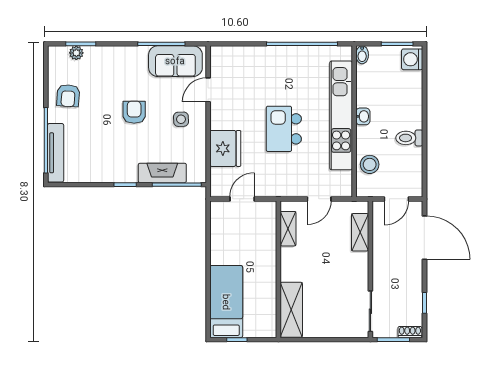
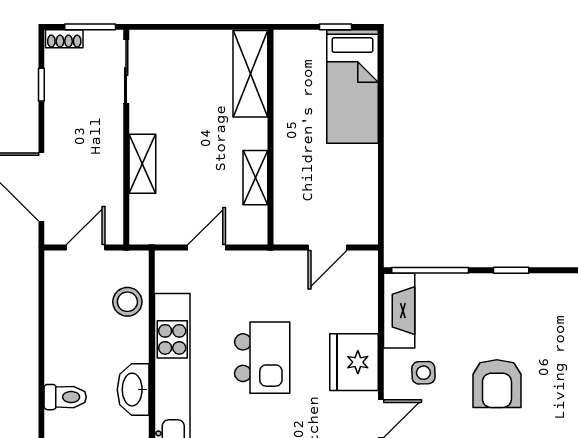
armchair: (134, 112) -> (497, 384), width x1.38, depth x1.38
washbasin: (363, 116) -> (133, 390), width x1.91, depth x1.45
toilet: (409, 138) -> (65, 397), moved
fridge: (225, 148) -> (354, 362), moved
fireplace: (162, 173) -> (399, 311), moved, turned -90
shelving: (288, 229) -> (255, 178), moved
shelving: (360, 232) -> (142, 164), moved

